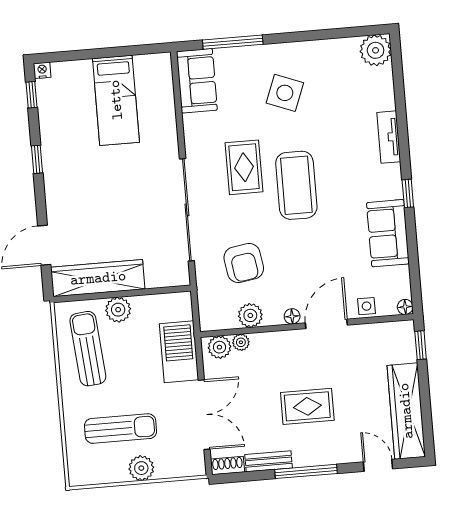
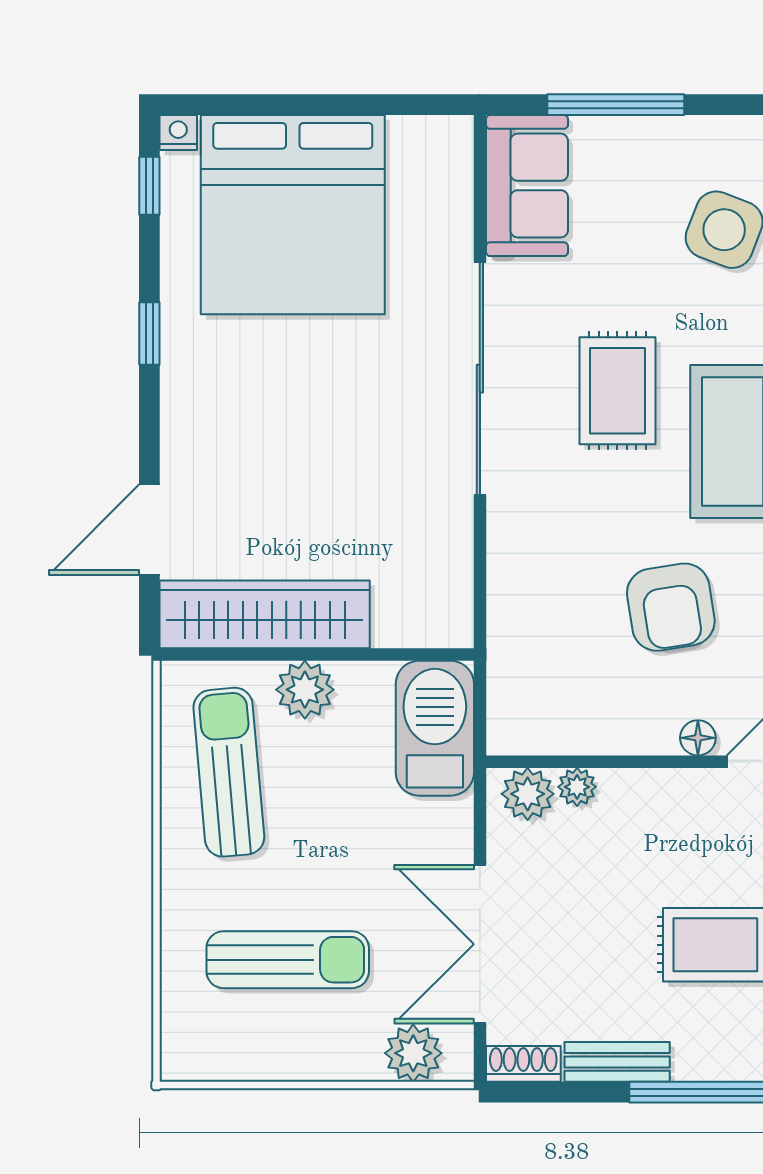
bed: (116, 100) -> (293, 215), width x2.04
sliding door: (187, 210) -> (480, 379), moved
armchair: (244, 263) -> (671, 607), moved
plant: (250, 315) -> (604, 728), removed
barbecue: (179, 352) -> (435, 728), moved
double door: (204, 415) -> (480, 944), swing flipped
plant: (141, 468) -> (413, 1053), moved

